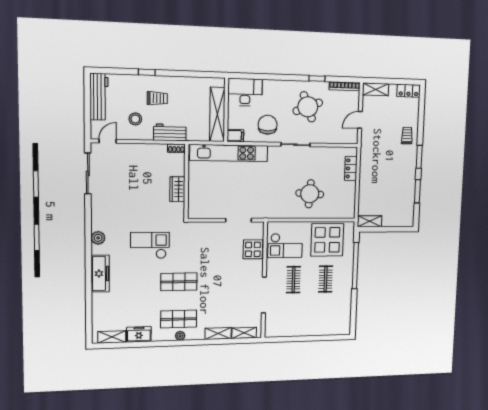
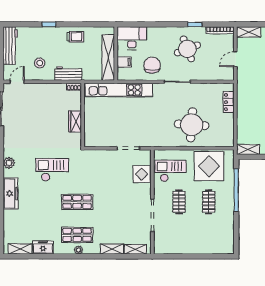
trolley: (157, 98) -> (75, 37), moved
filing cabinet: (235, 136) -> (124, 62), moved
round table: (310, 194) -> (192, 125), width x1.36, depth x1.36
checkout: (285, 246) -> (170, 171), turned 180

